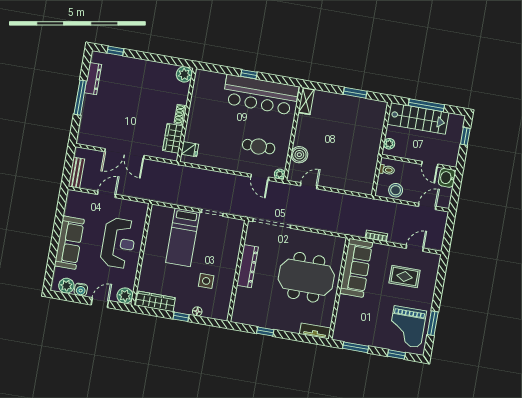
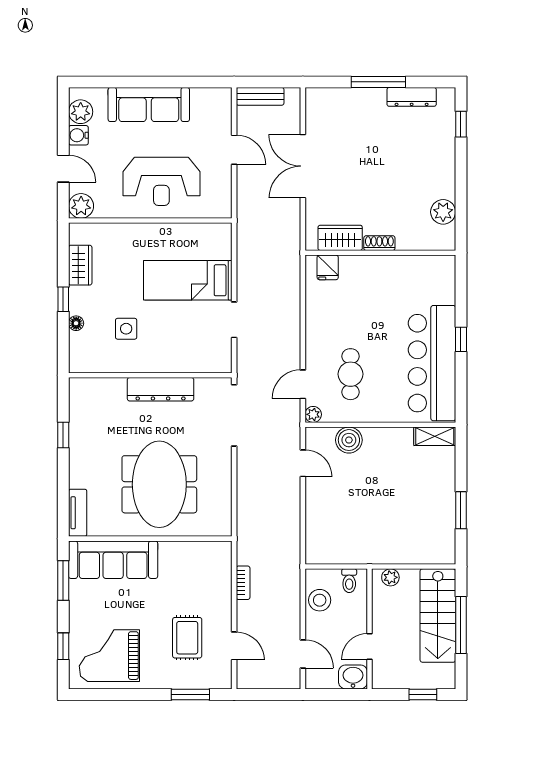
plant: (184, 74) -> (443, 212), moved
sofa: (356, 268) -> (113, 560), moved
wardrobe: (155, 301) -> (80, 265), width x0.67
window: (433, 323) -> (190, 694), moved

